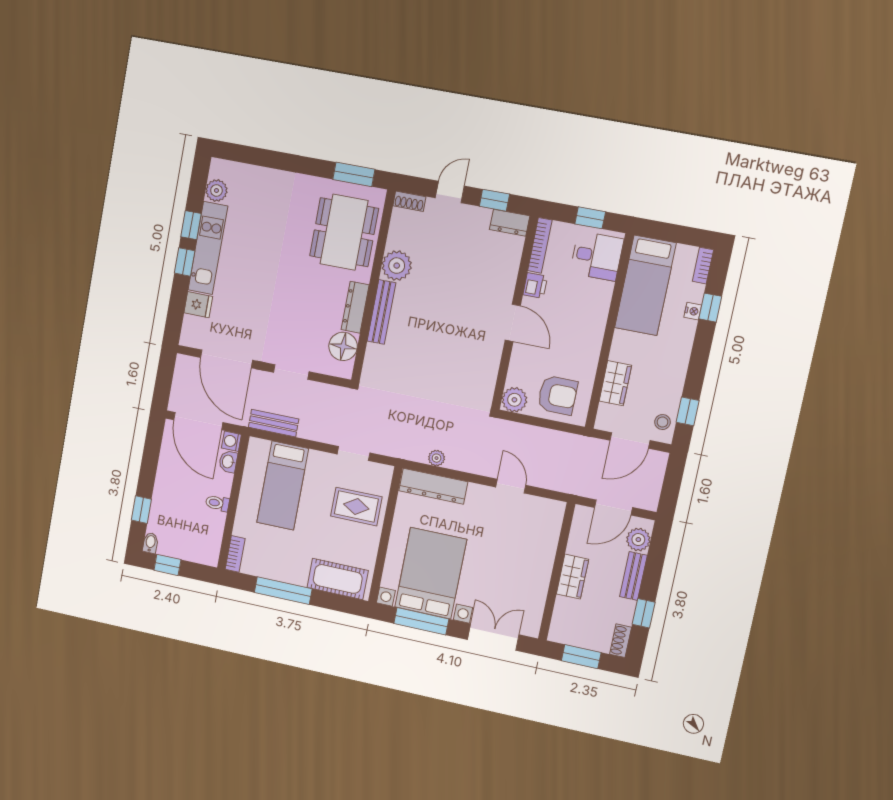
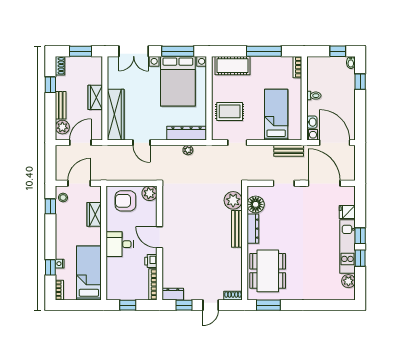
desk: (597, 256) -> (120, 244), moved
plant: (397, 266) -> (233, 200), moved
wardrobe: (544, 541) -> (116, 115), added

